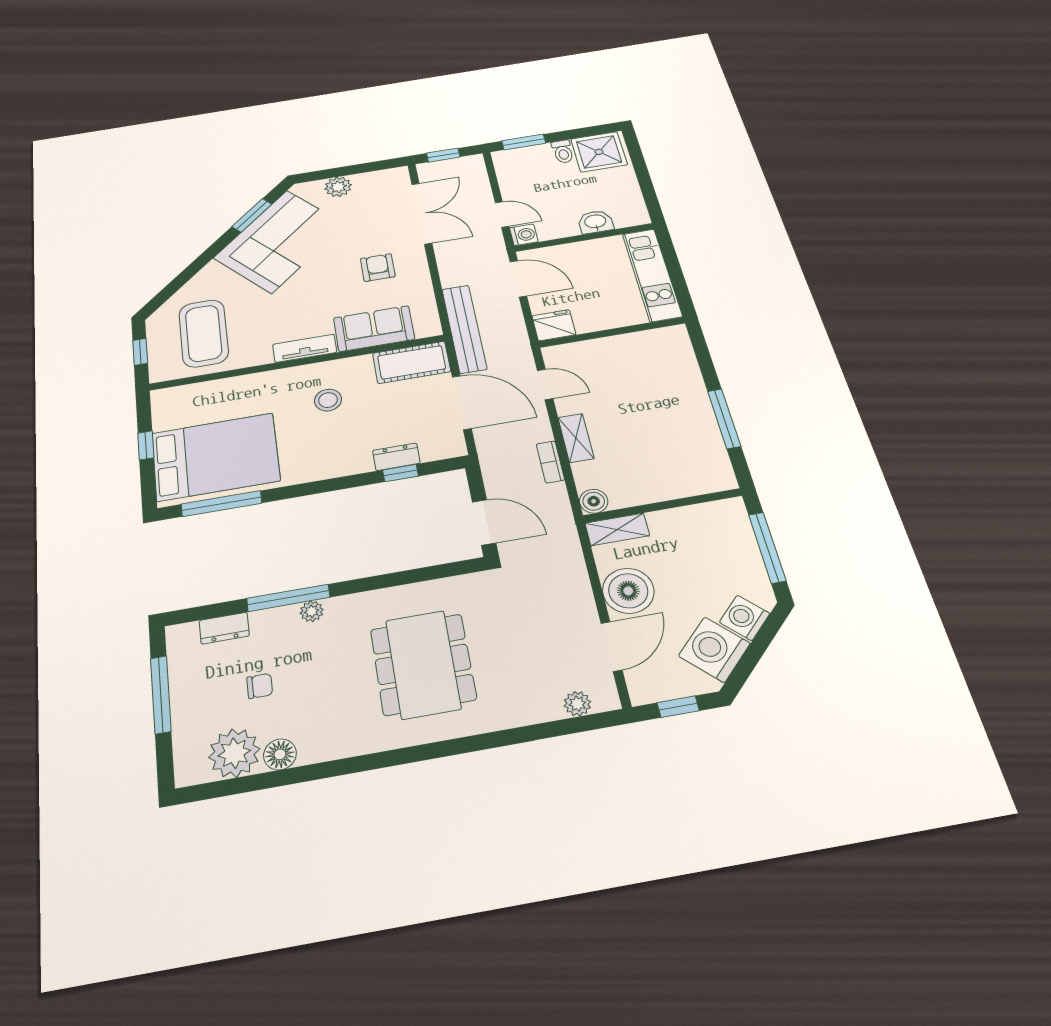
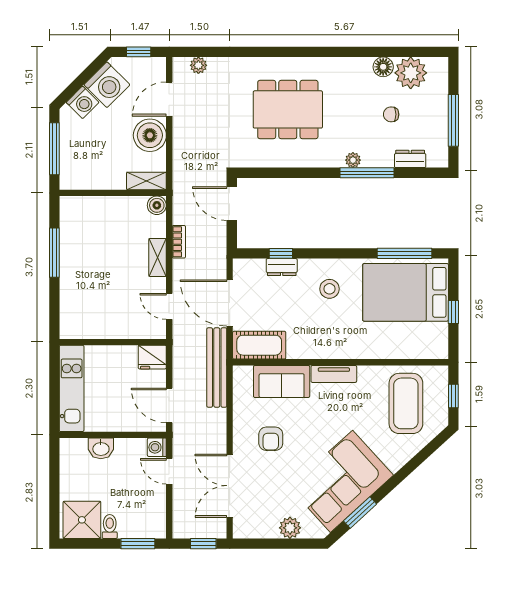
stool: (328, 400) -> (329, 289), moved
dining table: (423, 664) -> (288, 109), turned 90

